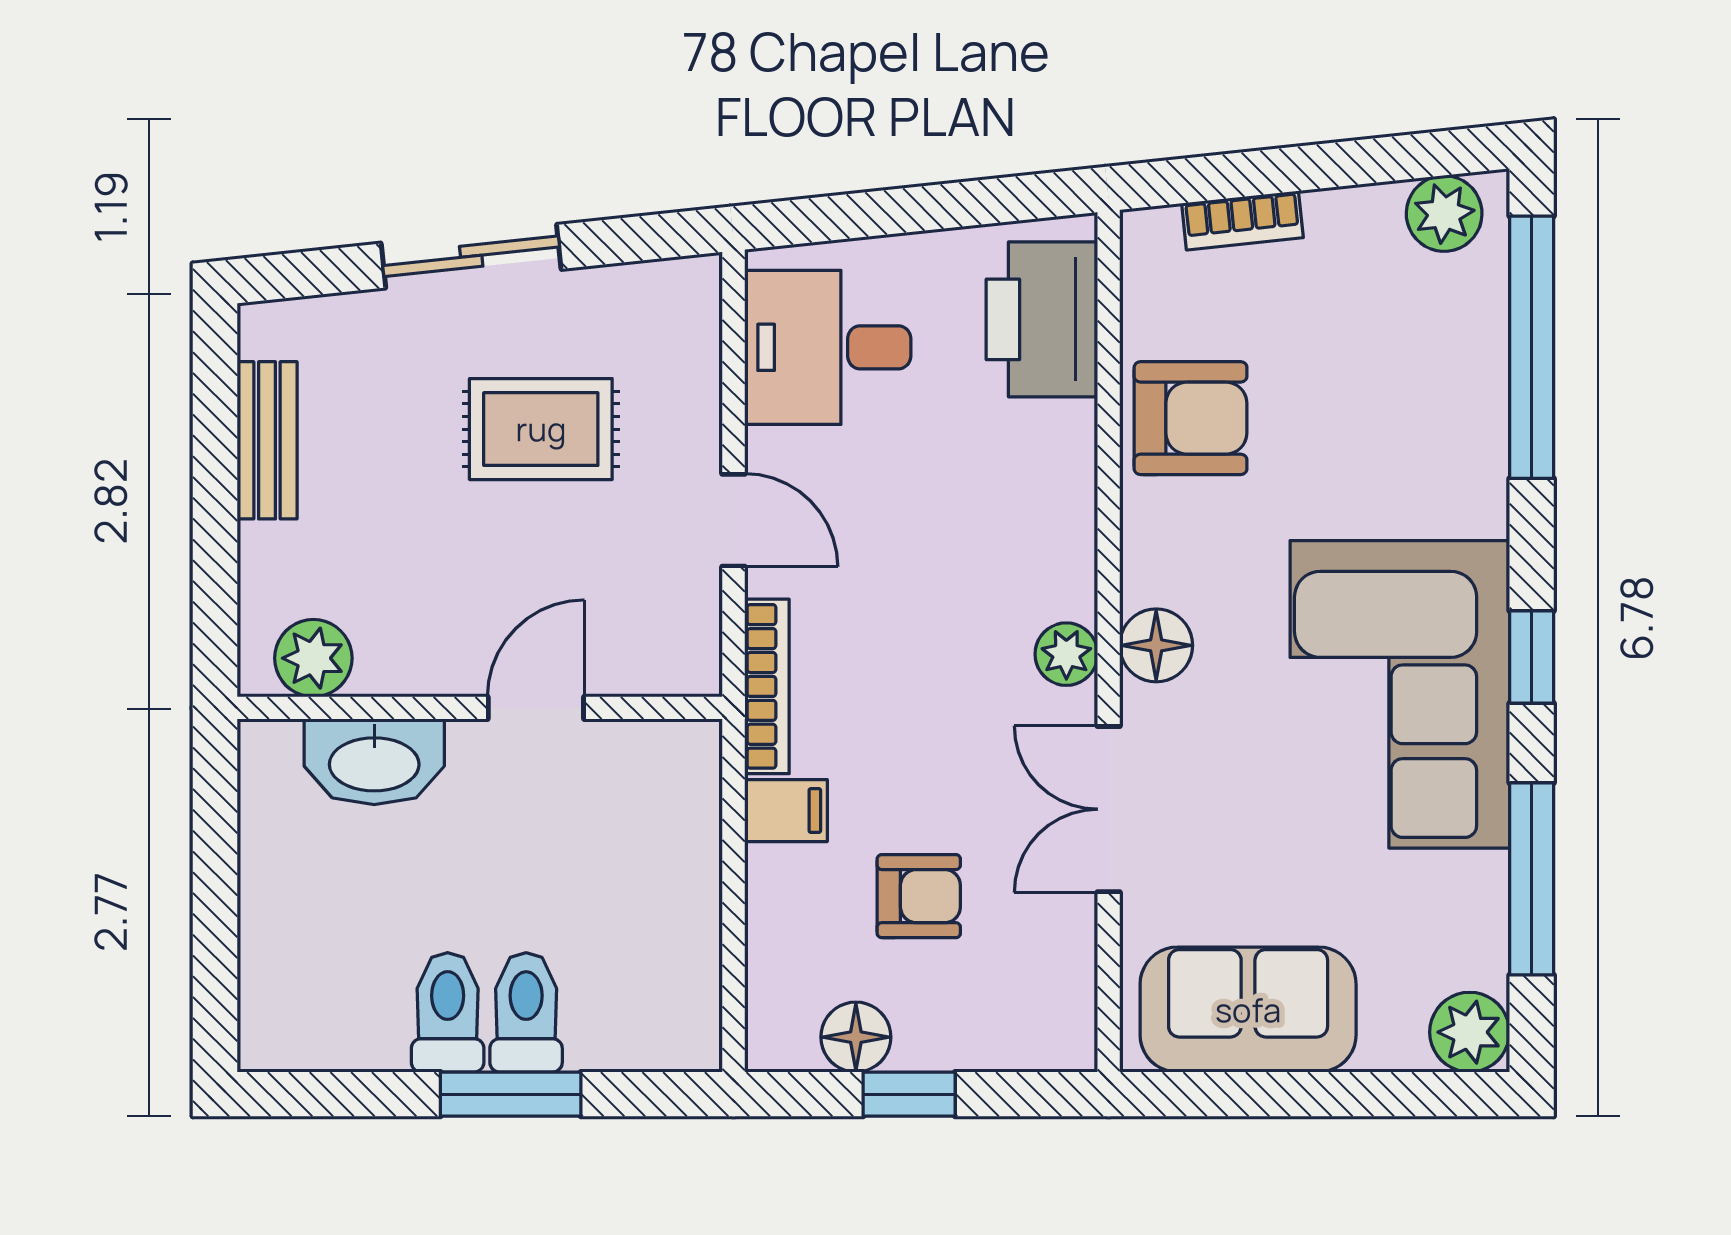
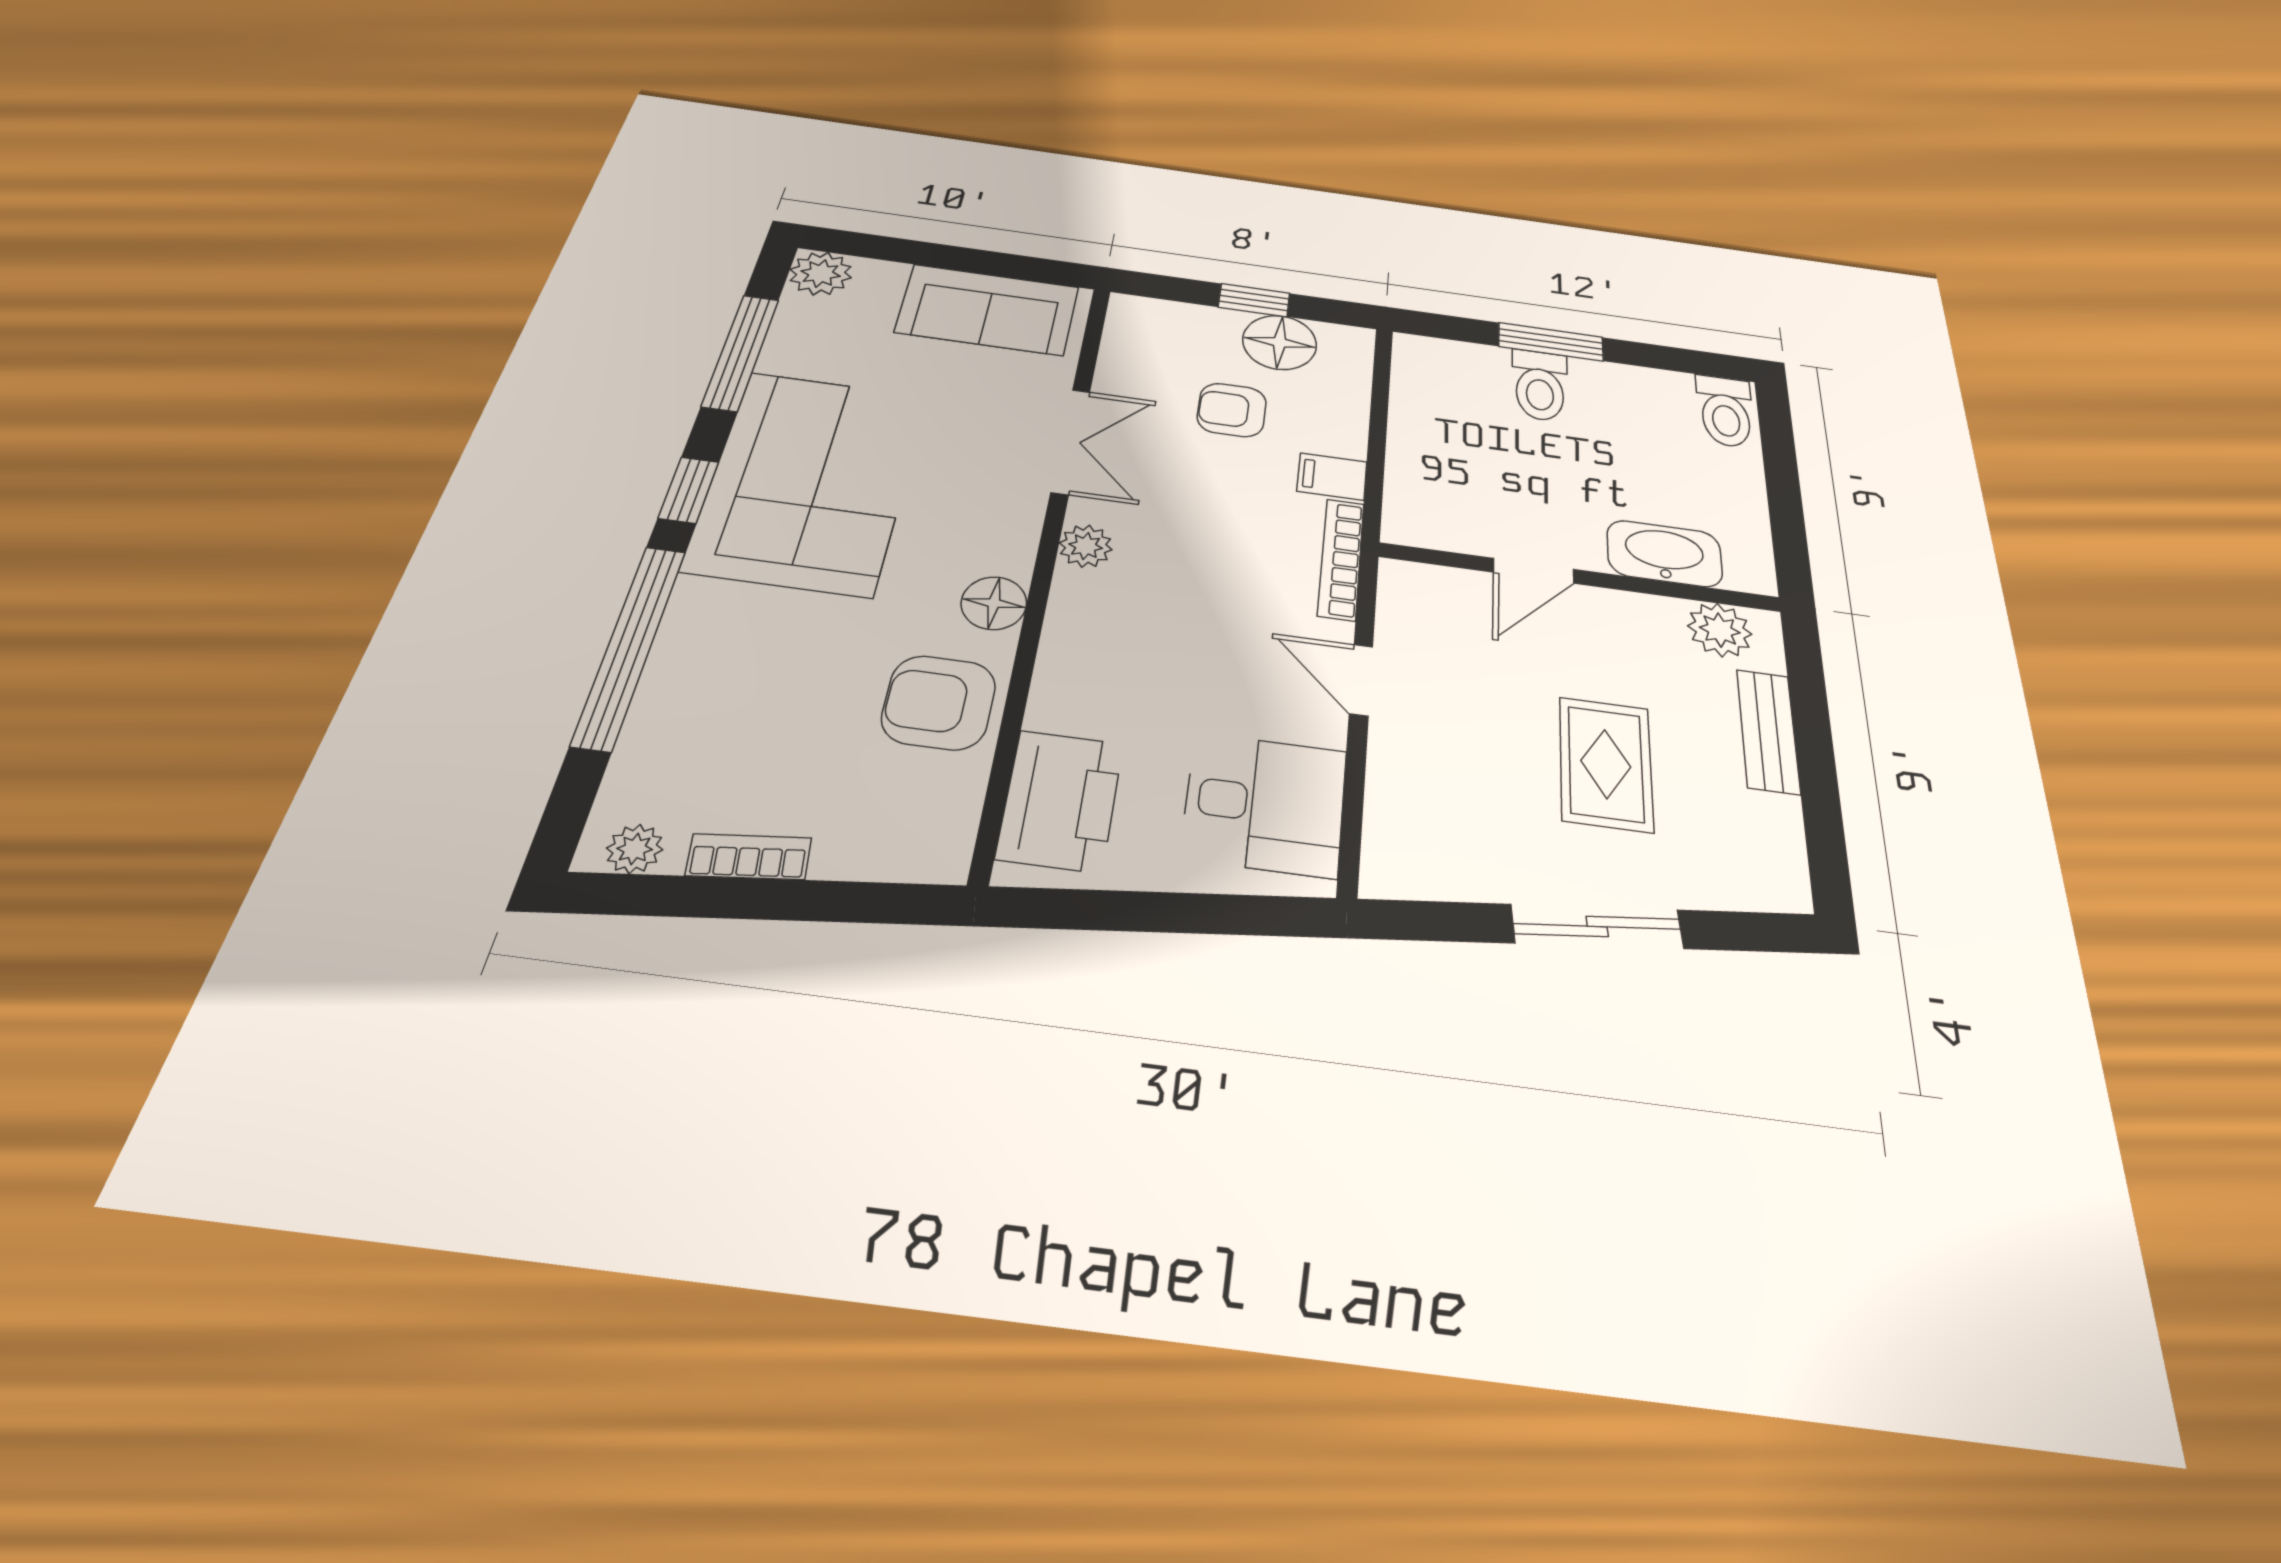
plant: (1444, 214) -> (635, 849), width x0.73, depth x0.73
bookcase: (1242, 220) -> (749, 857), moved
window: (1532, 347) -> (630, 646), moved
rug: (541, 429) -> (1606, 764), moved, turned 90
bench: (267, 440) -> (1768, 731), moved
floor lamp: (1156, 645) -> (994, 603), moved
toilet: (448, 1012) -> (1725, 411), moved
floor lamp: (856, 1037) -> (1280, 342), width x1.38, depth x1.38

